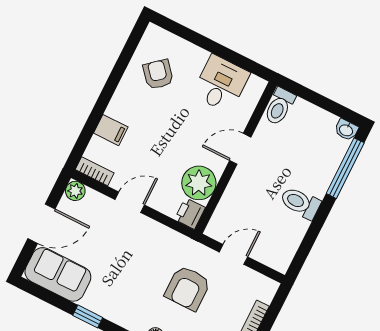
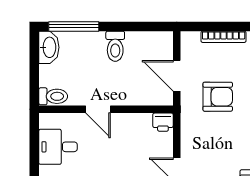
washbasin: (346, 130) -> (49, 47), width x1.91, depth x1.45
plant: (199, 183) -> (138, 127), removed
door: (233, 254) -> (177, 76), width x1.38

